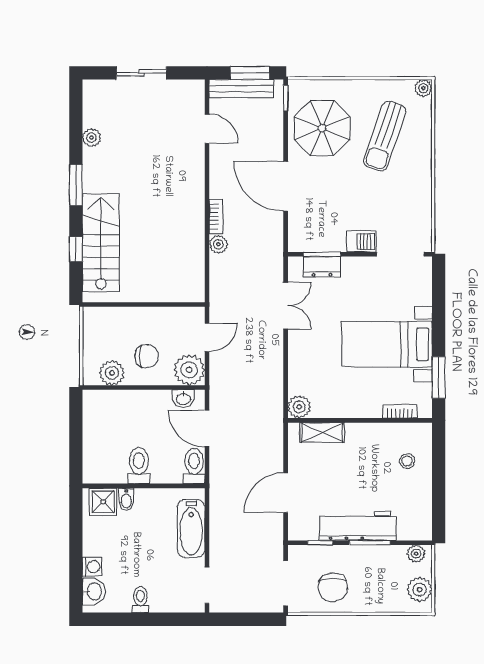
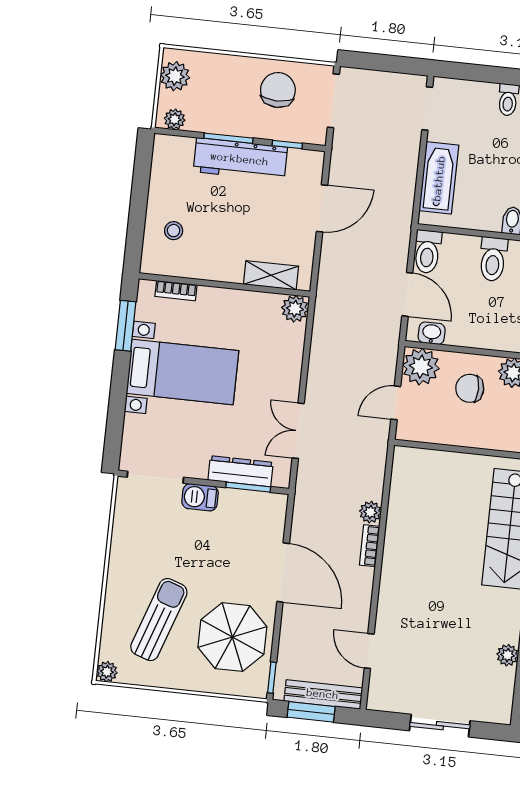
dresser: (322, 267) -> (241, 471), width x1.44

